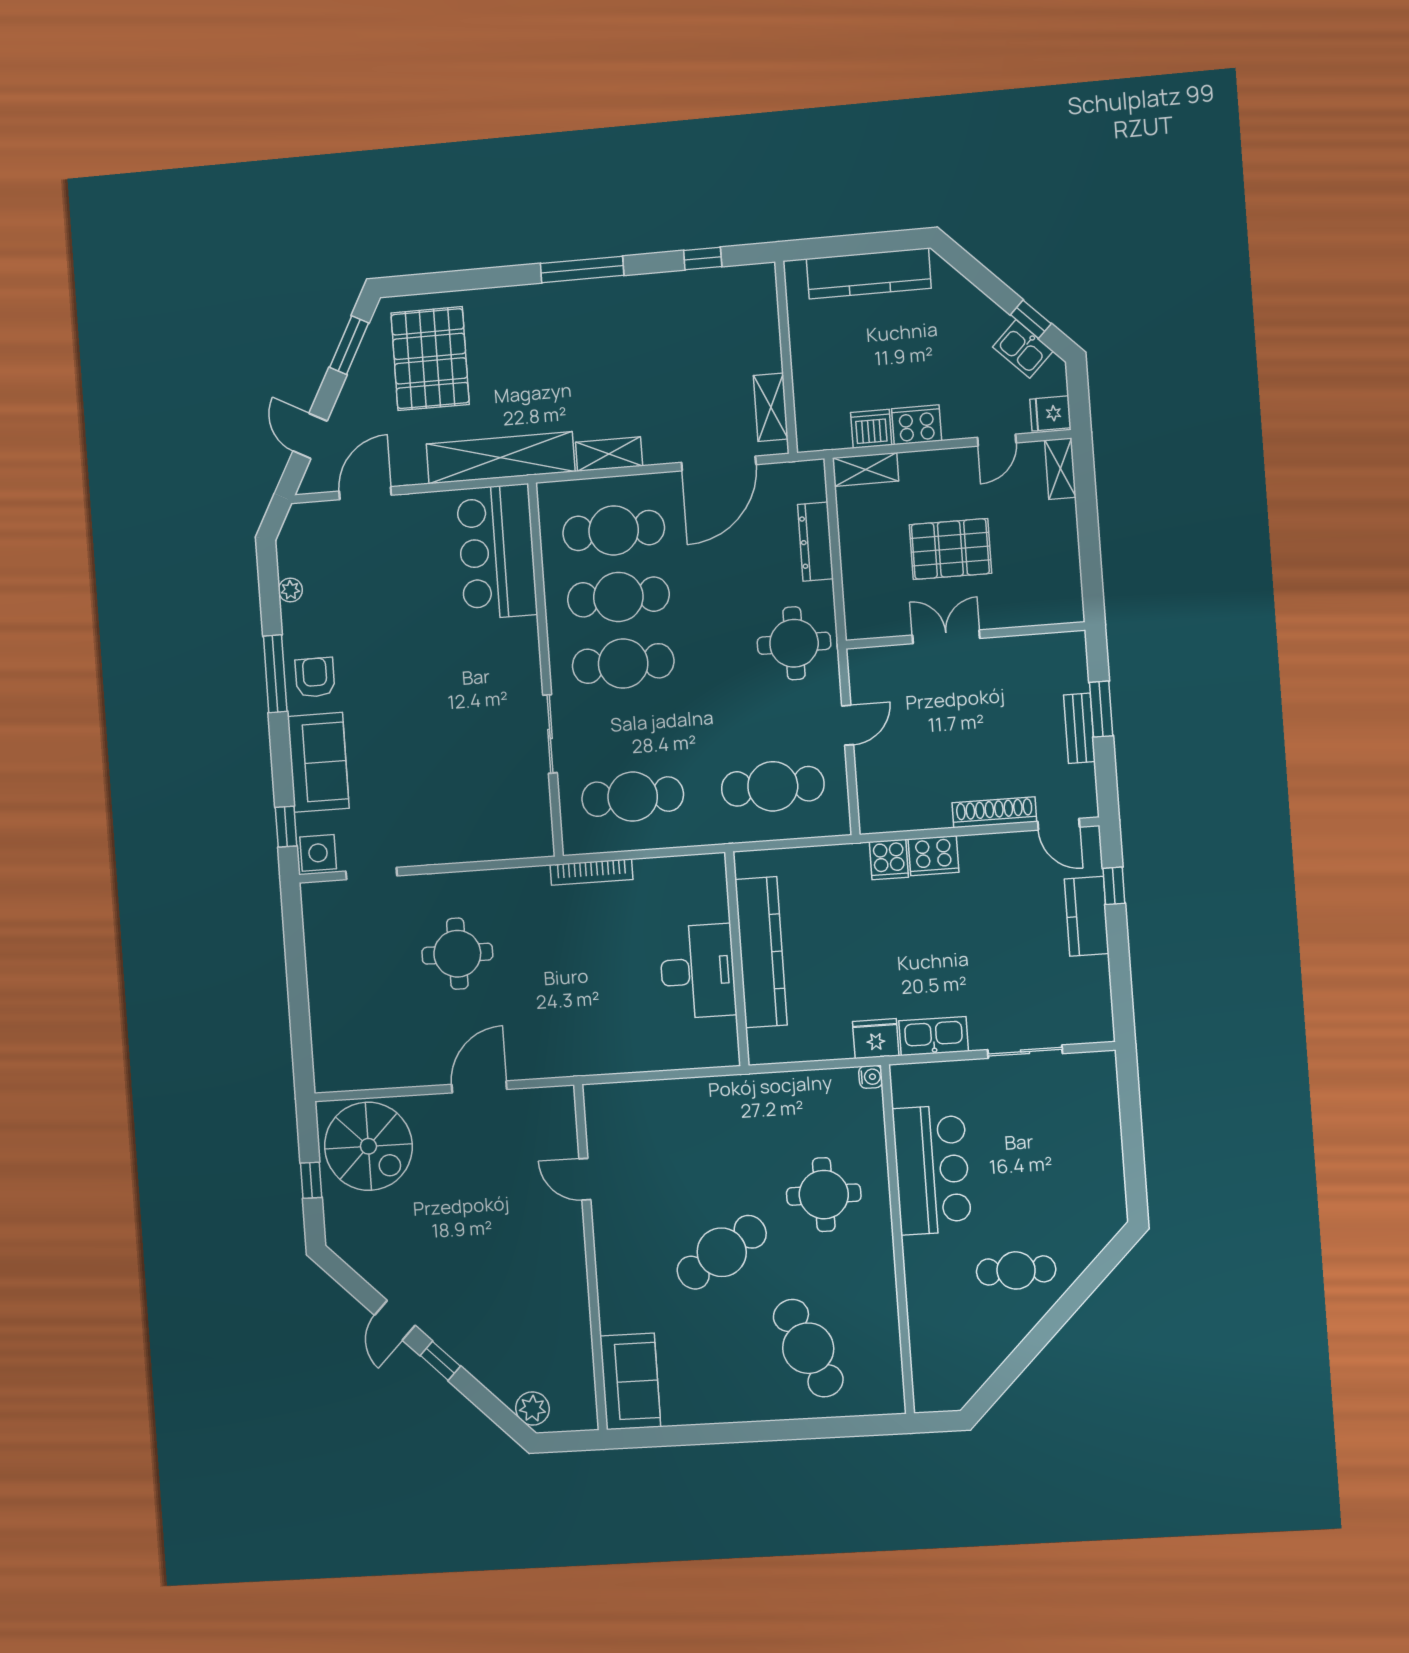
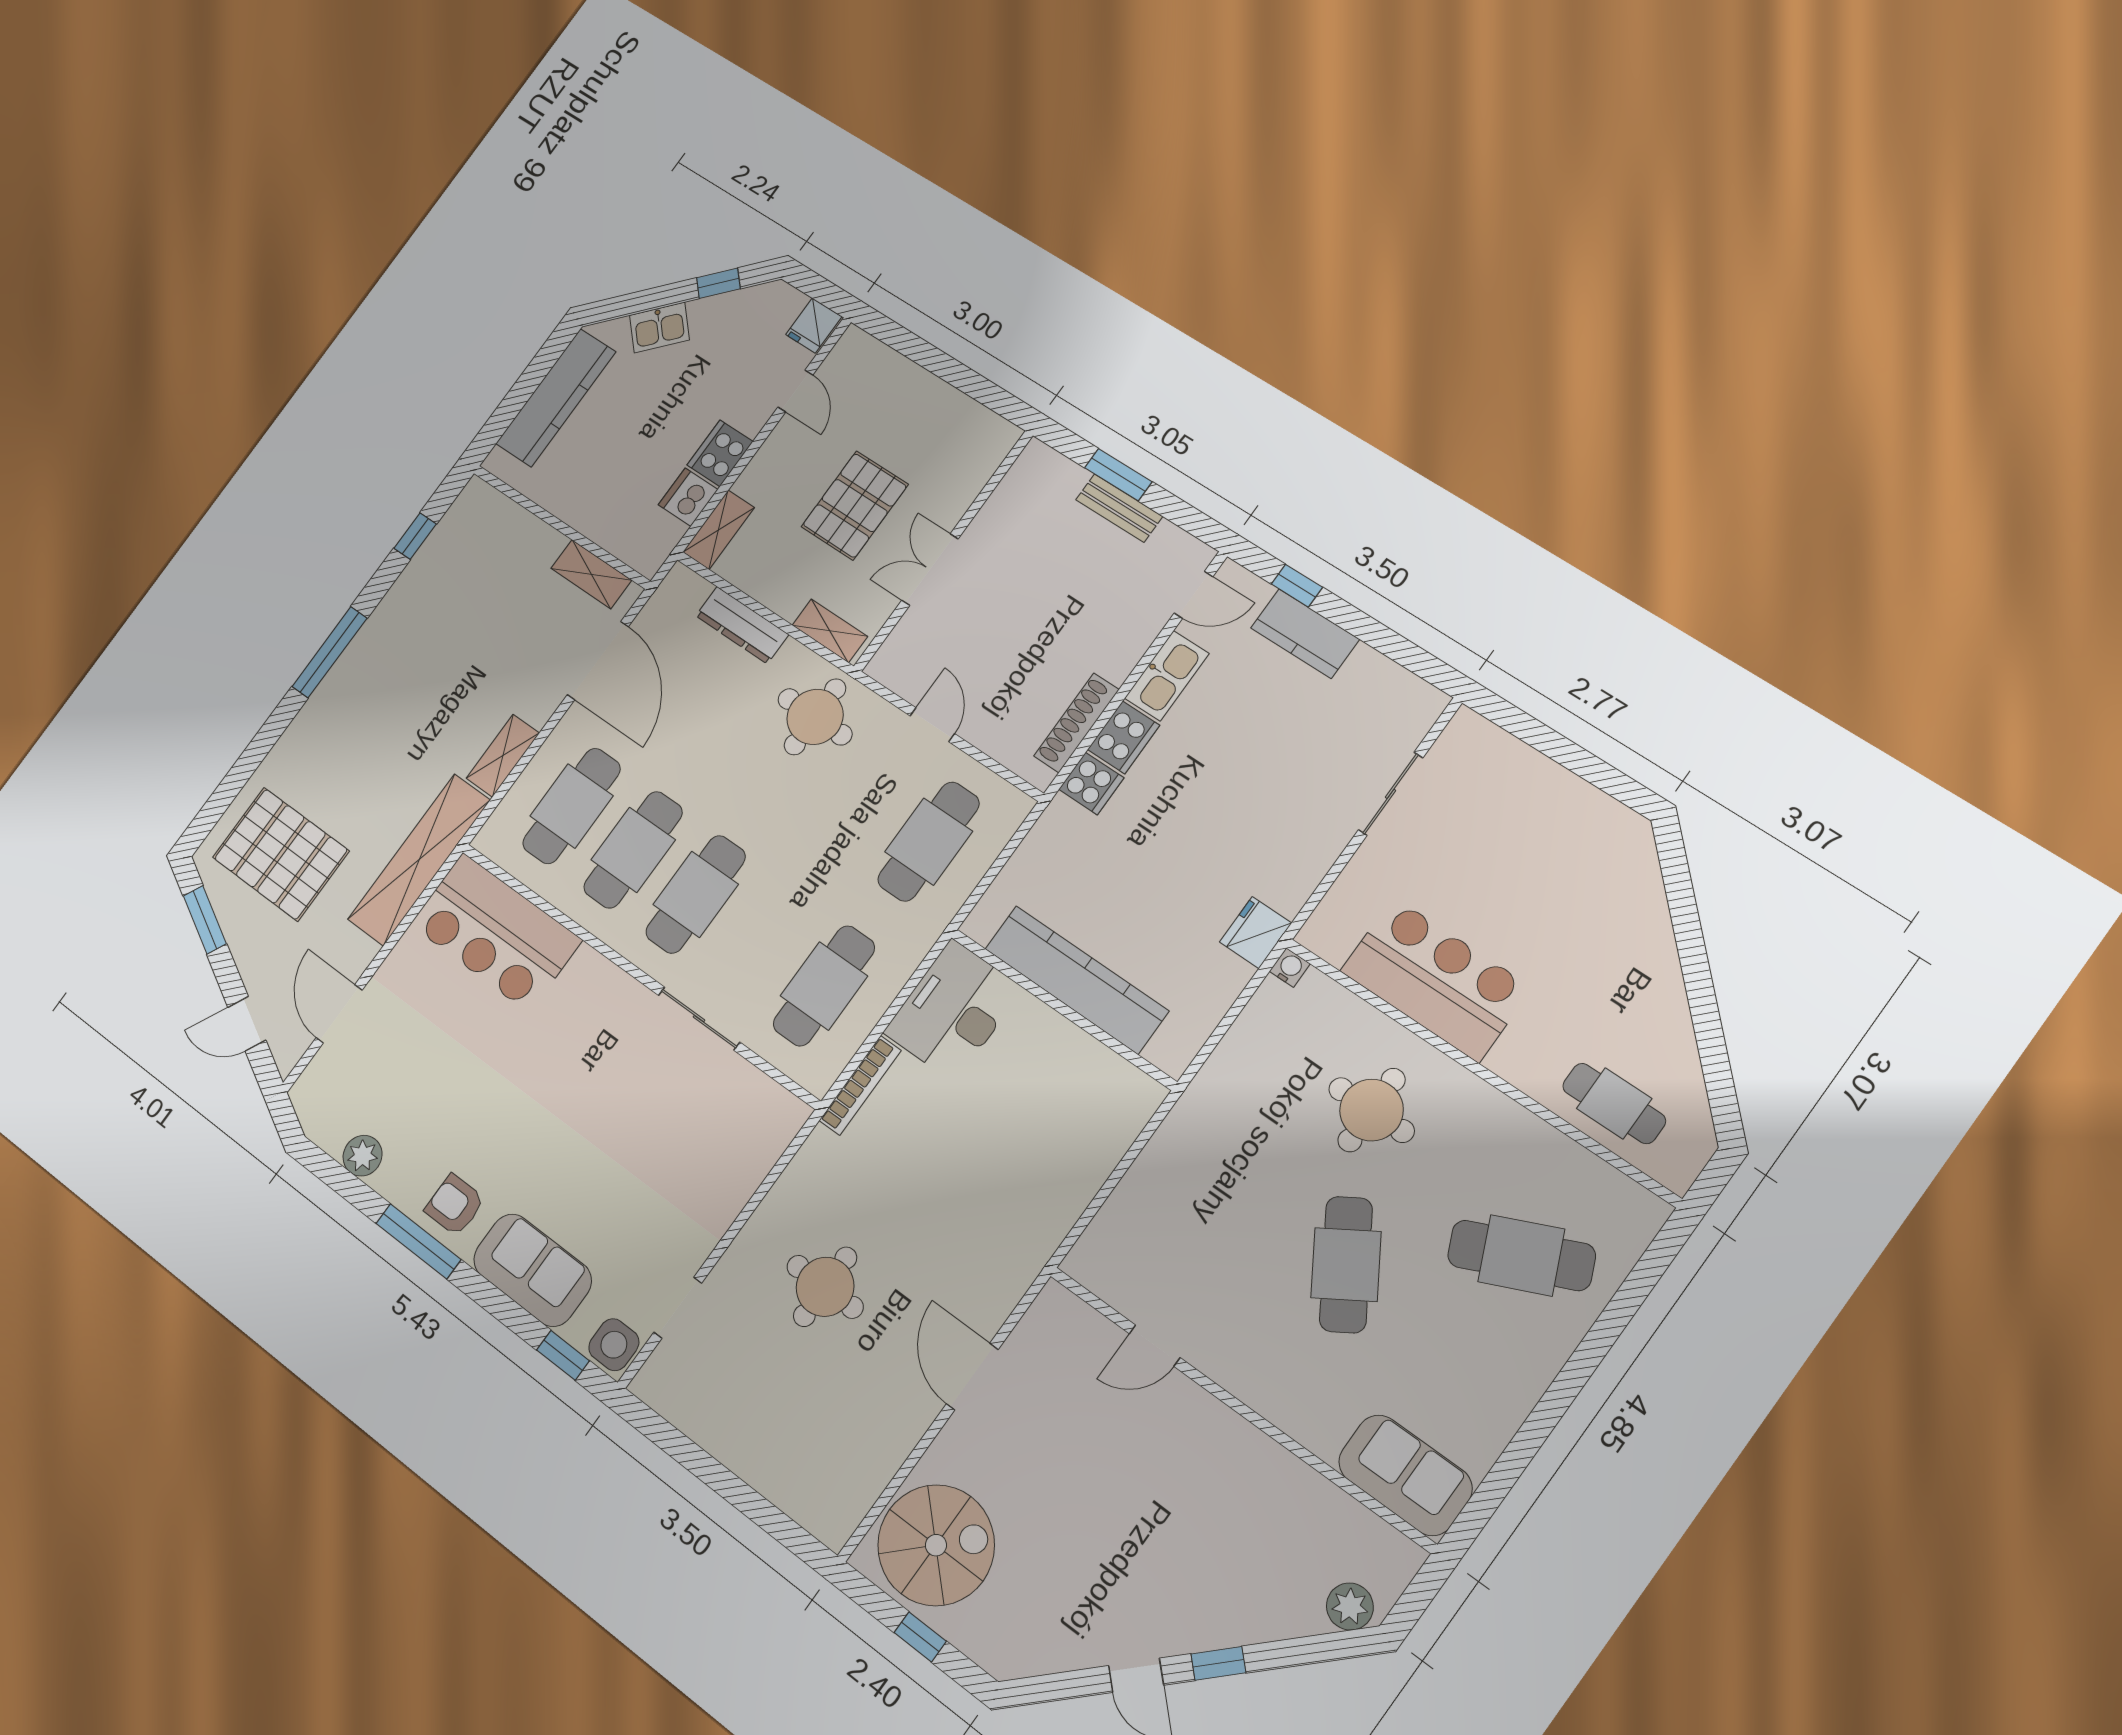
kitchen sink: (1023, 349) -> (659, 328), moved
shelving: (1060, 469) -> (830, 631), moved
plant: (290, 590) -> (363, 1156), width x1.38, depth x1.38
shoe rack: (994, 812) -> (1076, 723), moved
desk: (698, 971) -> (953, 1011), moved, turned -90
kitchen sink: (934, 1036) -> (1167, 676), moved, turned 180
cafe table: (1016, 1270) -> (1614, 1103), moved, turned 90

